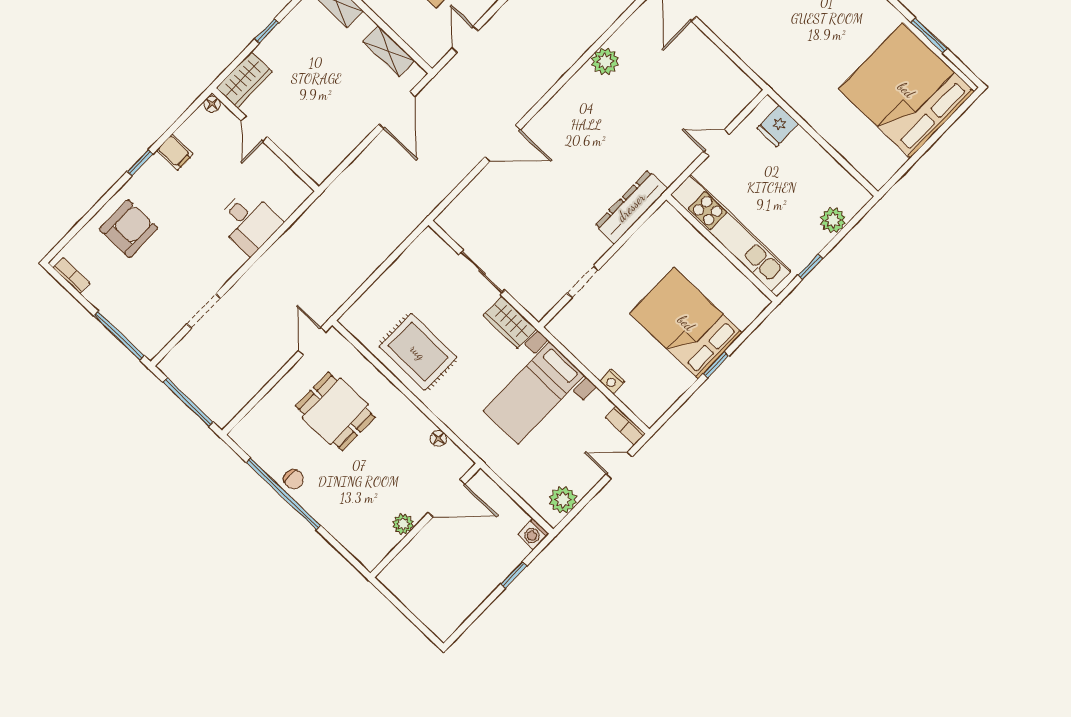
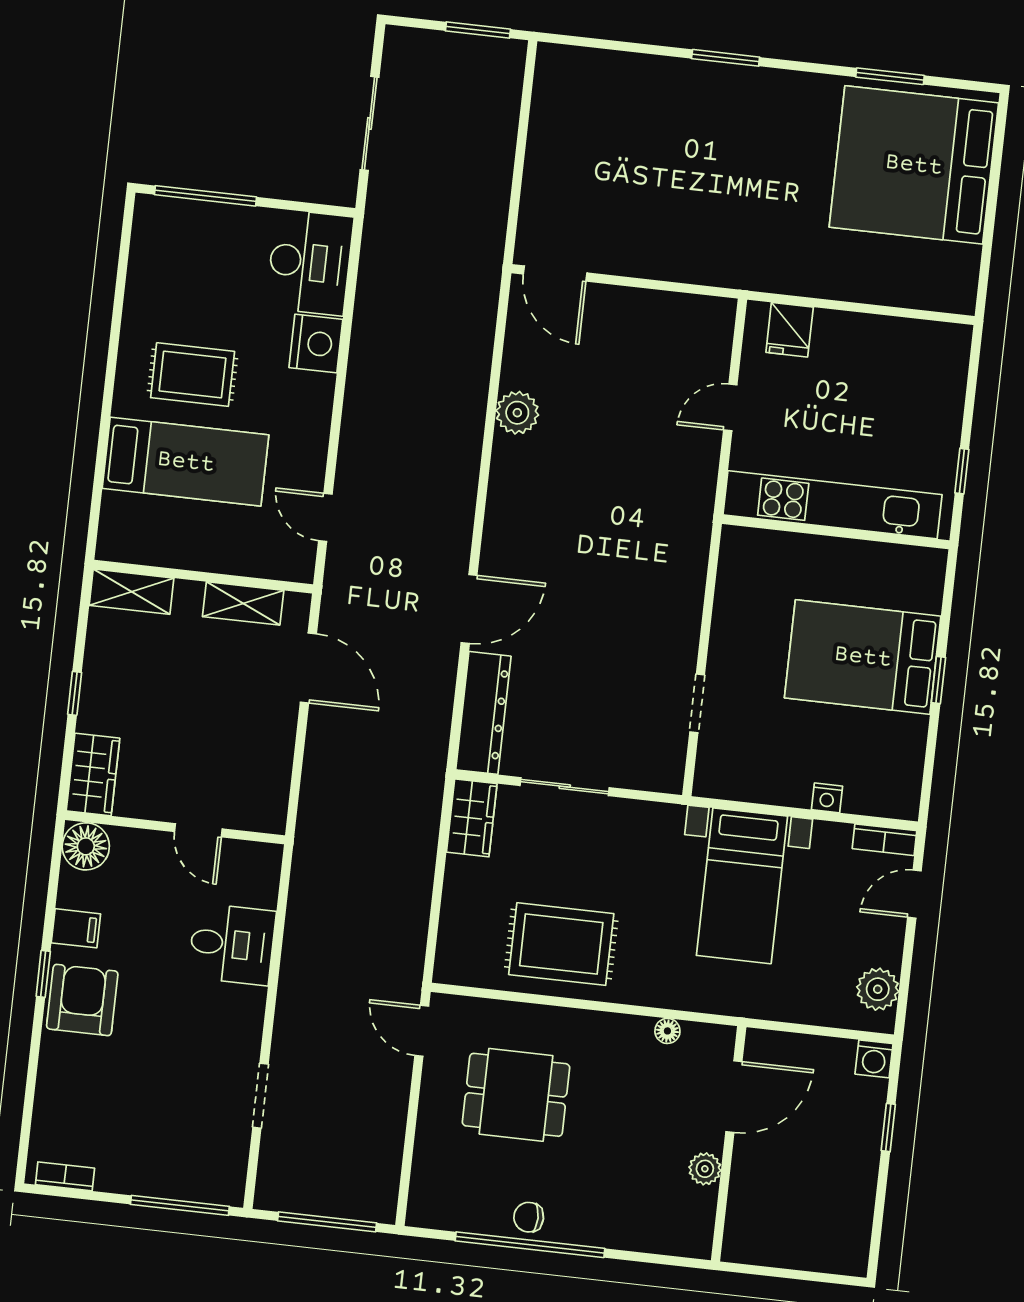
floor lamp: (212, 104) -> (86, 846), width x1.89, depth x1.89
door: (254, 129) -> (198, 830), moved
dresser: (631, 207) -> (483, 713), moved, turned 180
plant: (833, 220) -> (946, 393), removed
armchair: (129, 229) -> (82, 1000), moved
wardrobe: (510, 322) -> (472, 818), moved, turned -90
chair: (294, 479) -> (529, 1217), turned 180

